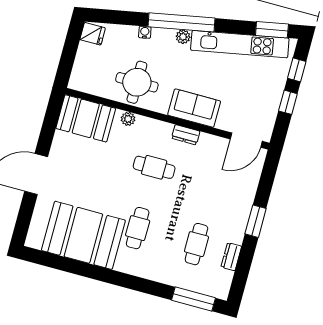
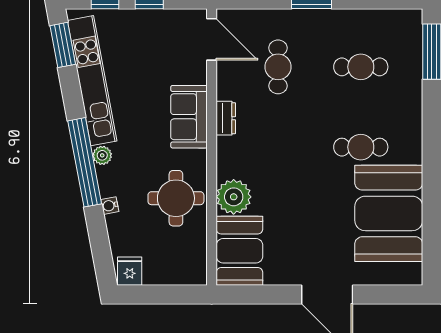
plant: (128, 119) -> (234, 197), width x1.87, depth x1.87
cafe table: (154, 167) -> (278, 67), moved
dresser: (231, 257) -> (365, 18), removed

